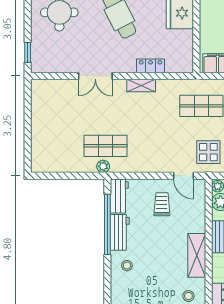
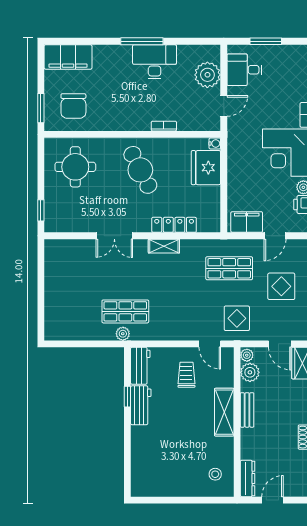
locker: (151, 66) -> (174, 225), width x1.53
window: (107, 224) -> (127, 397), width x0.32
shelving: (197, 255) -> (224, 412), moved
stool: (127, 266) -> (149, 441), removed

